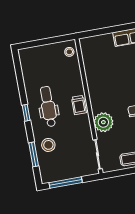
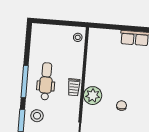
window: (26, 113) -> (25, 82), width x2.17
plant: (103, 122) -> (93, 96), moved

